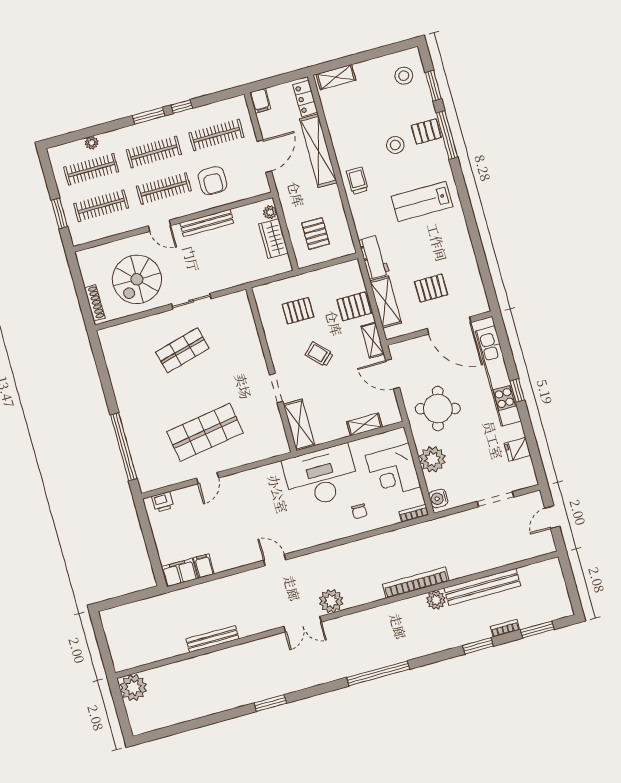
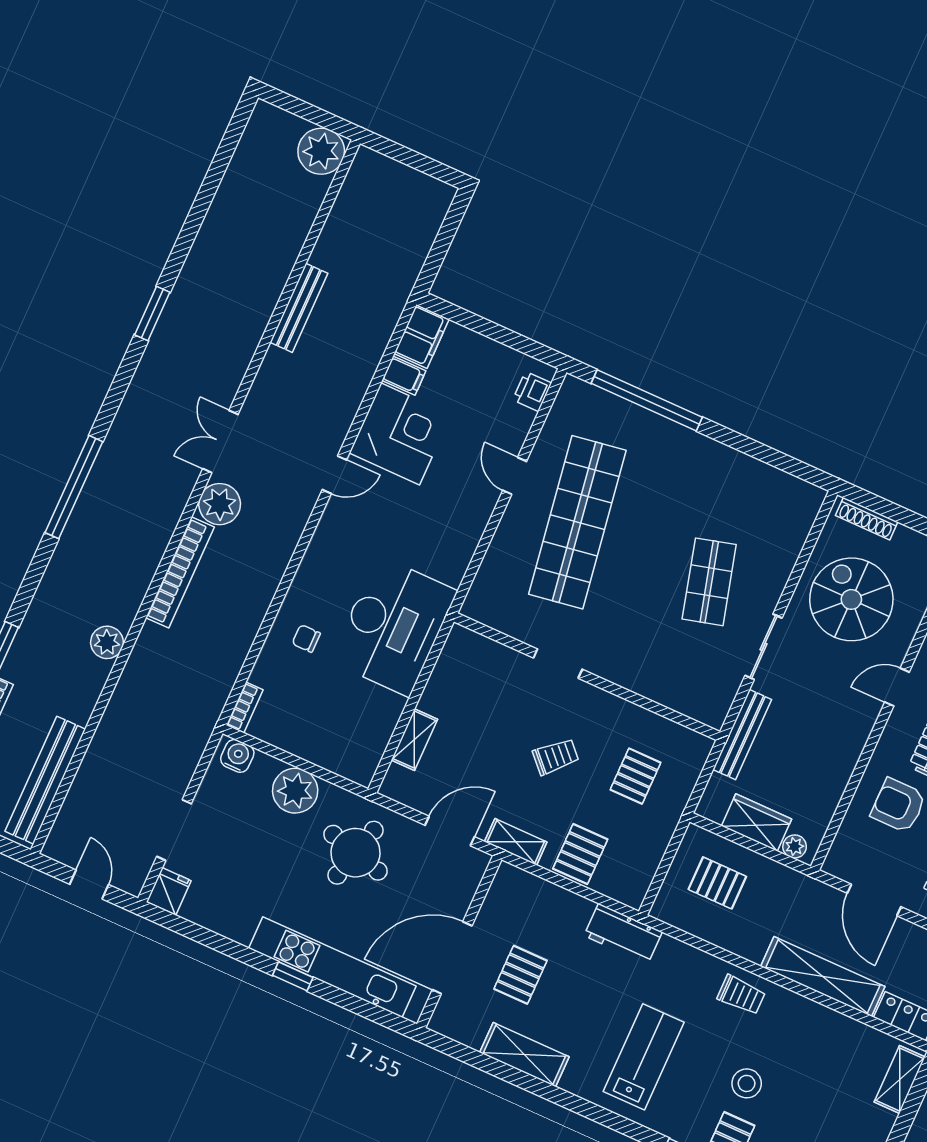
bench: (207, 223) -> (742, 735), moved
shelving: (386, 302) -> (524, 1055), moved
shelving: (299, 425) -> (485, 654), removed
shop shelf: (205, 432) -> (577, 522), width x1.40
fridge: (517, 449) -> (169, 891), moved
corner desk: (393, 471) -> (400, 434), moved, turned 90
bookcase: (416, 583) -> (180, 572), moved
bench: (482, 587) -> (45, 780), moved

